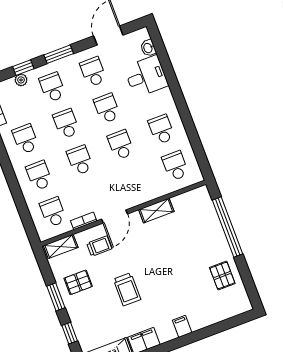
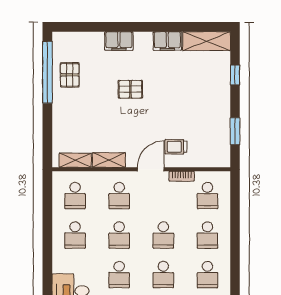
school desk: (135, 181) -> (119, 196), added
window: (228, 227) -> (47, 72), moved
shelving: (61, 246) -> (75, 160), moved
pallet: (78, 282) -> (130, 89), moved
trolley: (127, 289) -> (165, 96), removed
window: (56, 297) -> (235, 131), moved
filing cabinet: (182, 326) -> (119, 41), width x2.00

